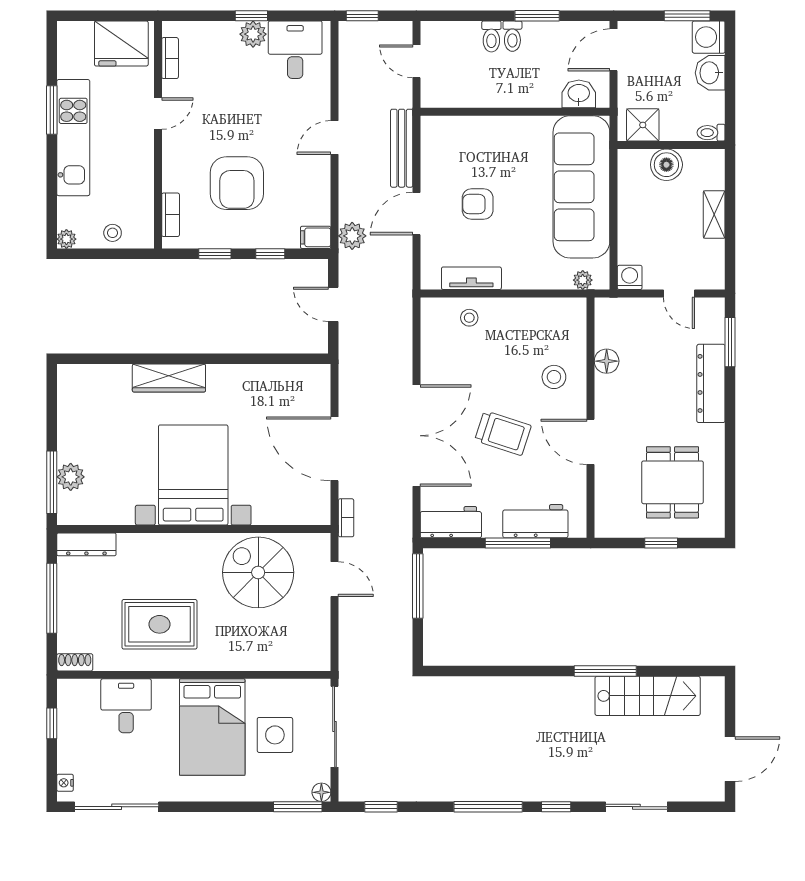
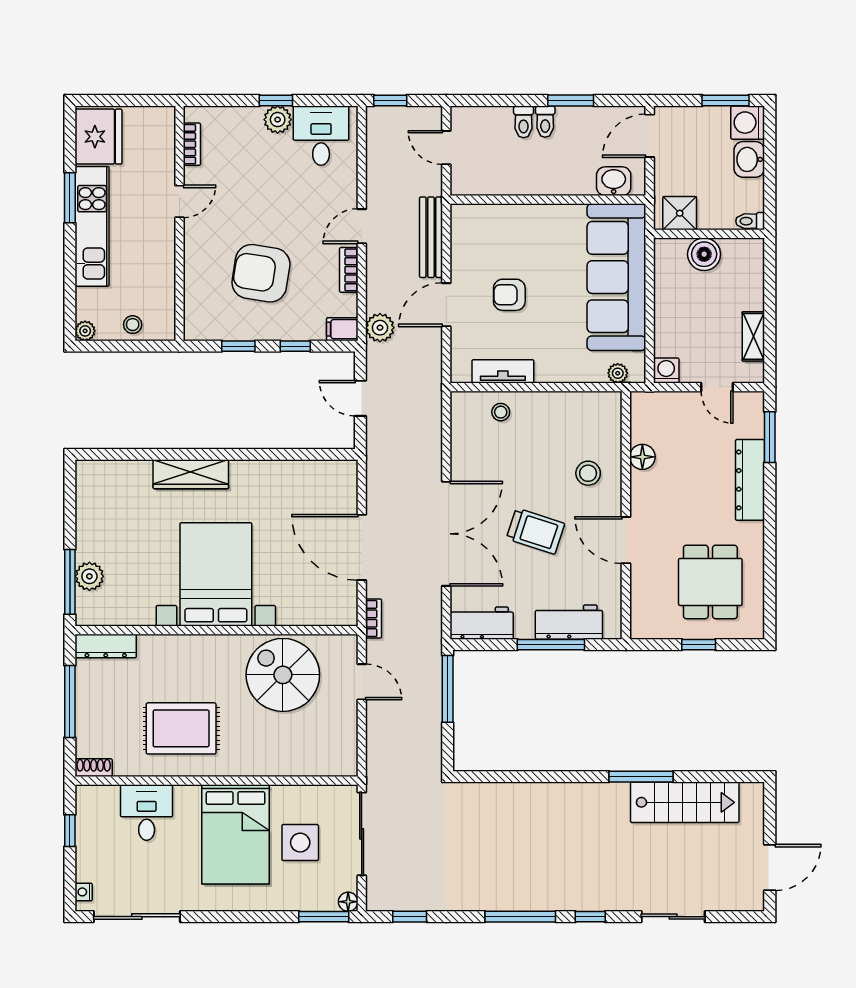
fridge: (121, 44) -> (99, 137), moved, turned -90
armchair: (237, 183) -> (261, 273), turned 99
shelving: (714, 214) -> (753, 336), moved
bookcase: (171, 215) -> (349, 270), moved, turned 180

